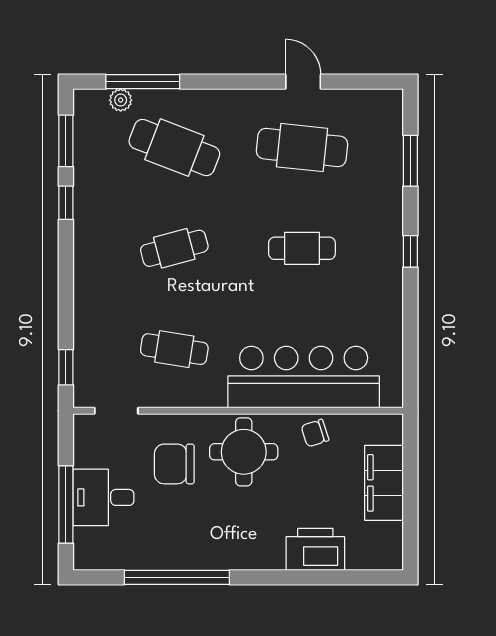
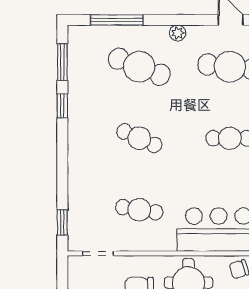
plant: (121, 100) -> (178, 33), moved
cafe table: (174, 248) -> (139, 138), turned 39

